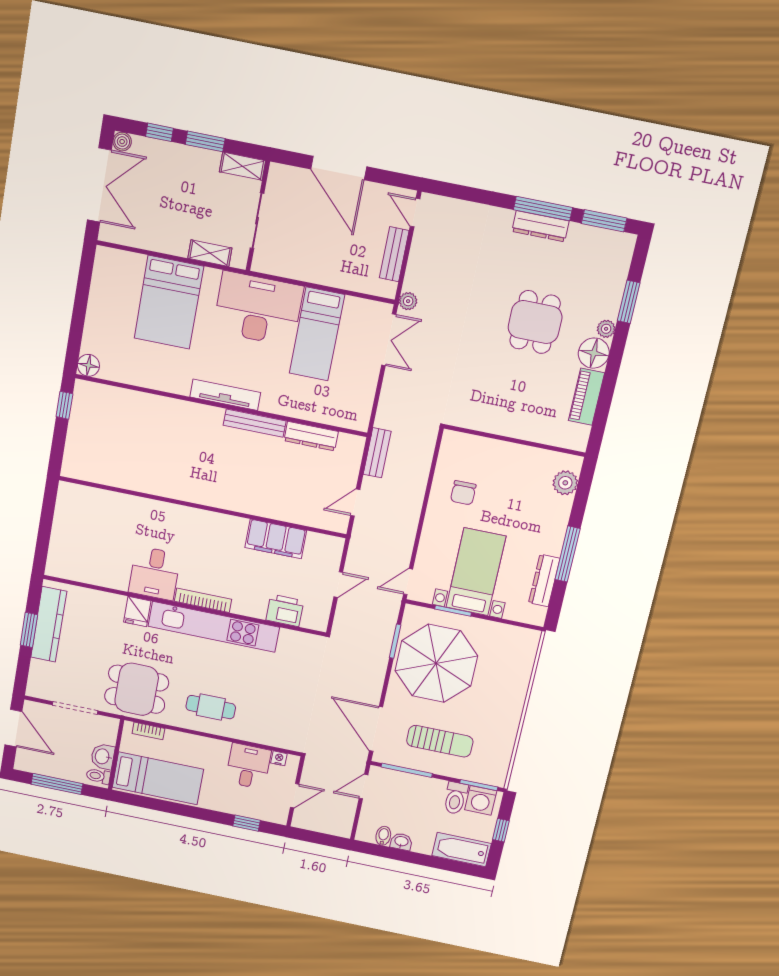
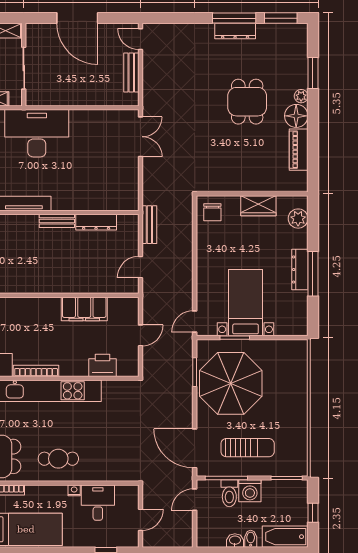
plant: (408, 301) -> (149, 105), removed
bed: (317, 334) -> (85, 143), removed
bench: (255, 423) -> (57, 221), width x0.73
wardrobe: (519, 457) -> (258, 206), added
chair: (463, 493) -> (212, 212), moved
dresser: (544, 581) -> (300, 270), moved
nightstand: (279, 758) -> (74, 490), moved
toilet: (455, 798) -> (229, 493), moved
washing machine: (481, 800) -> (250, 491), moved
bidet: (383, 836) -> (251, 539), moved

